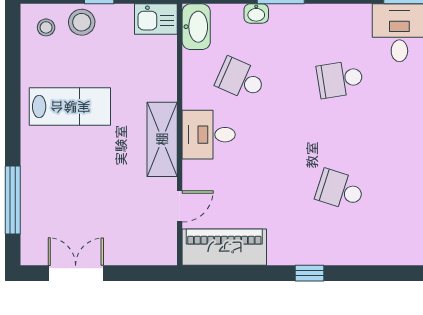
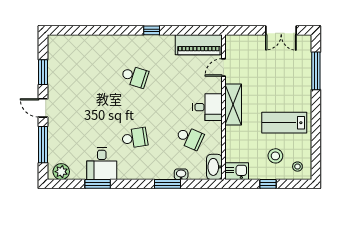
stool: (82, 22) -> (275, 156), moved

